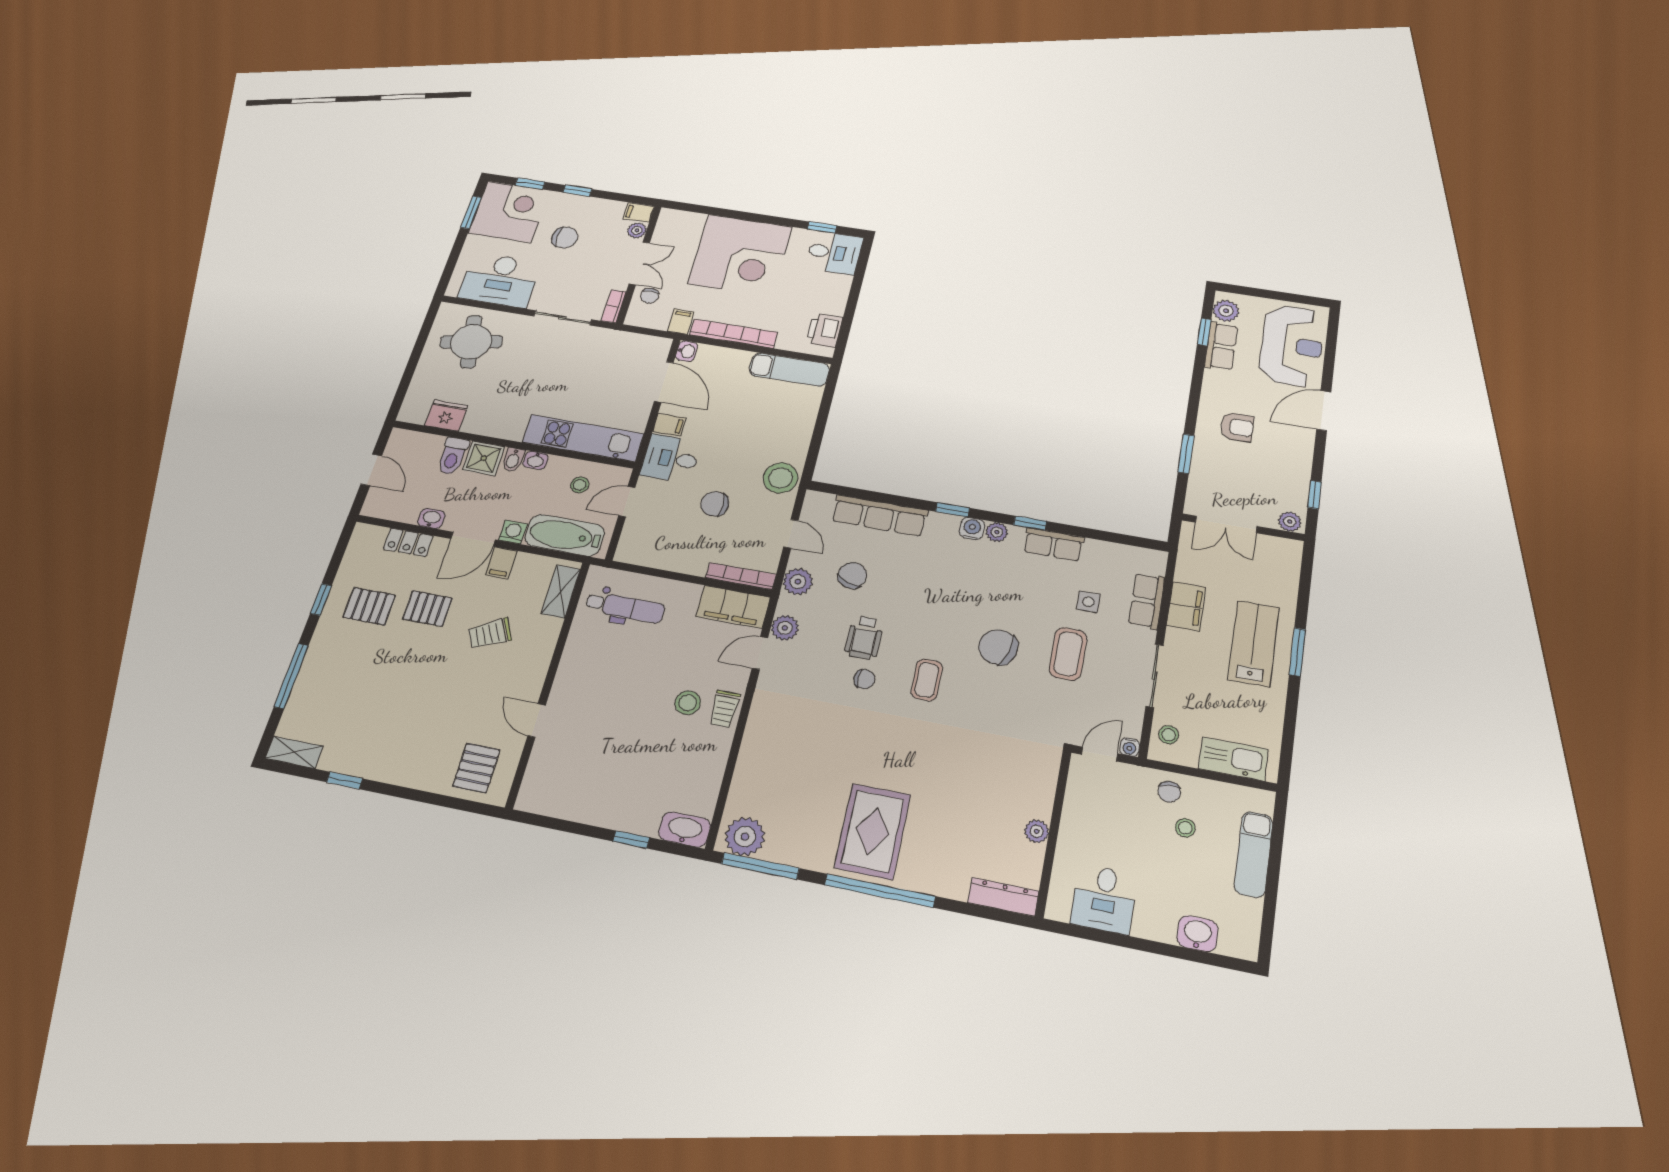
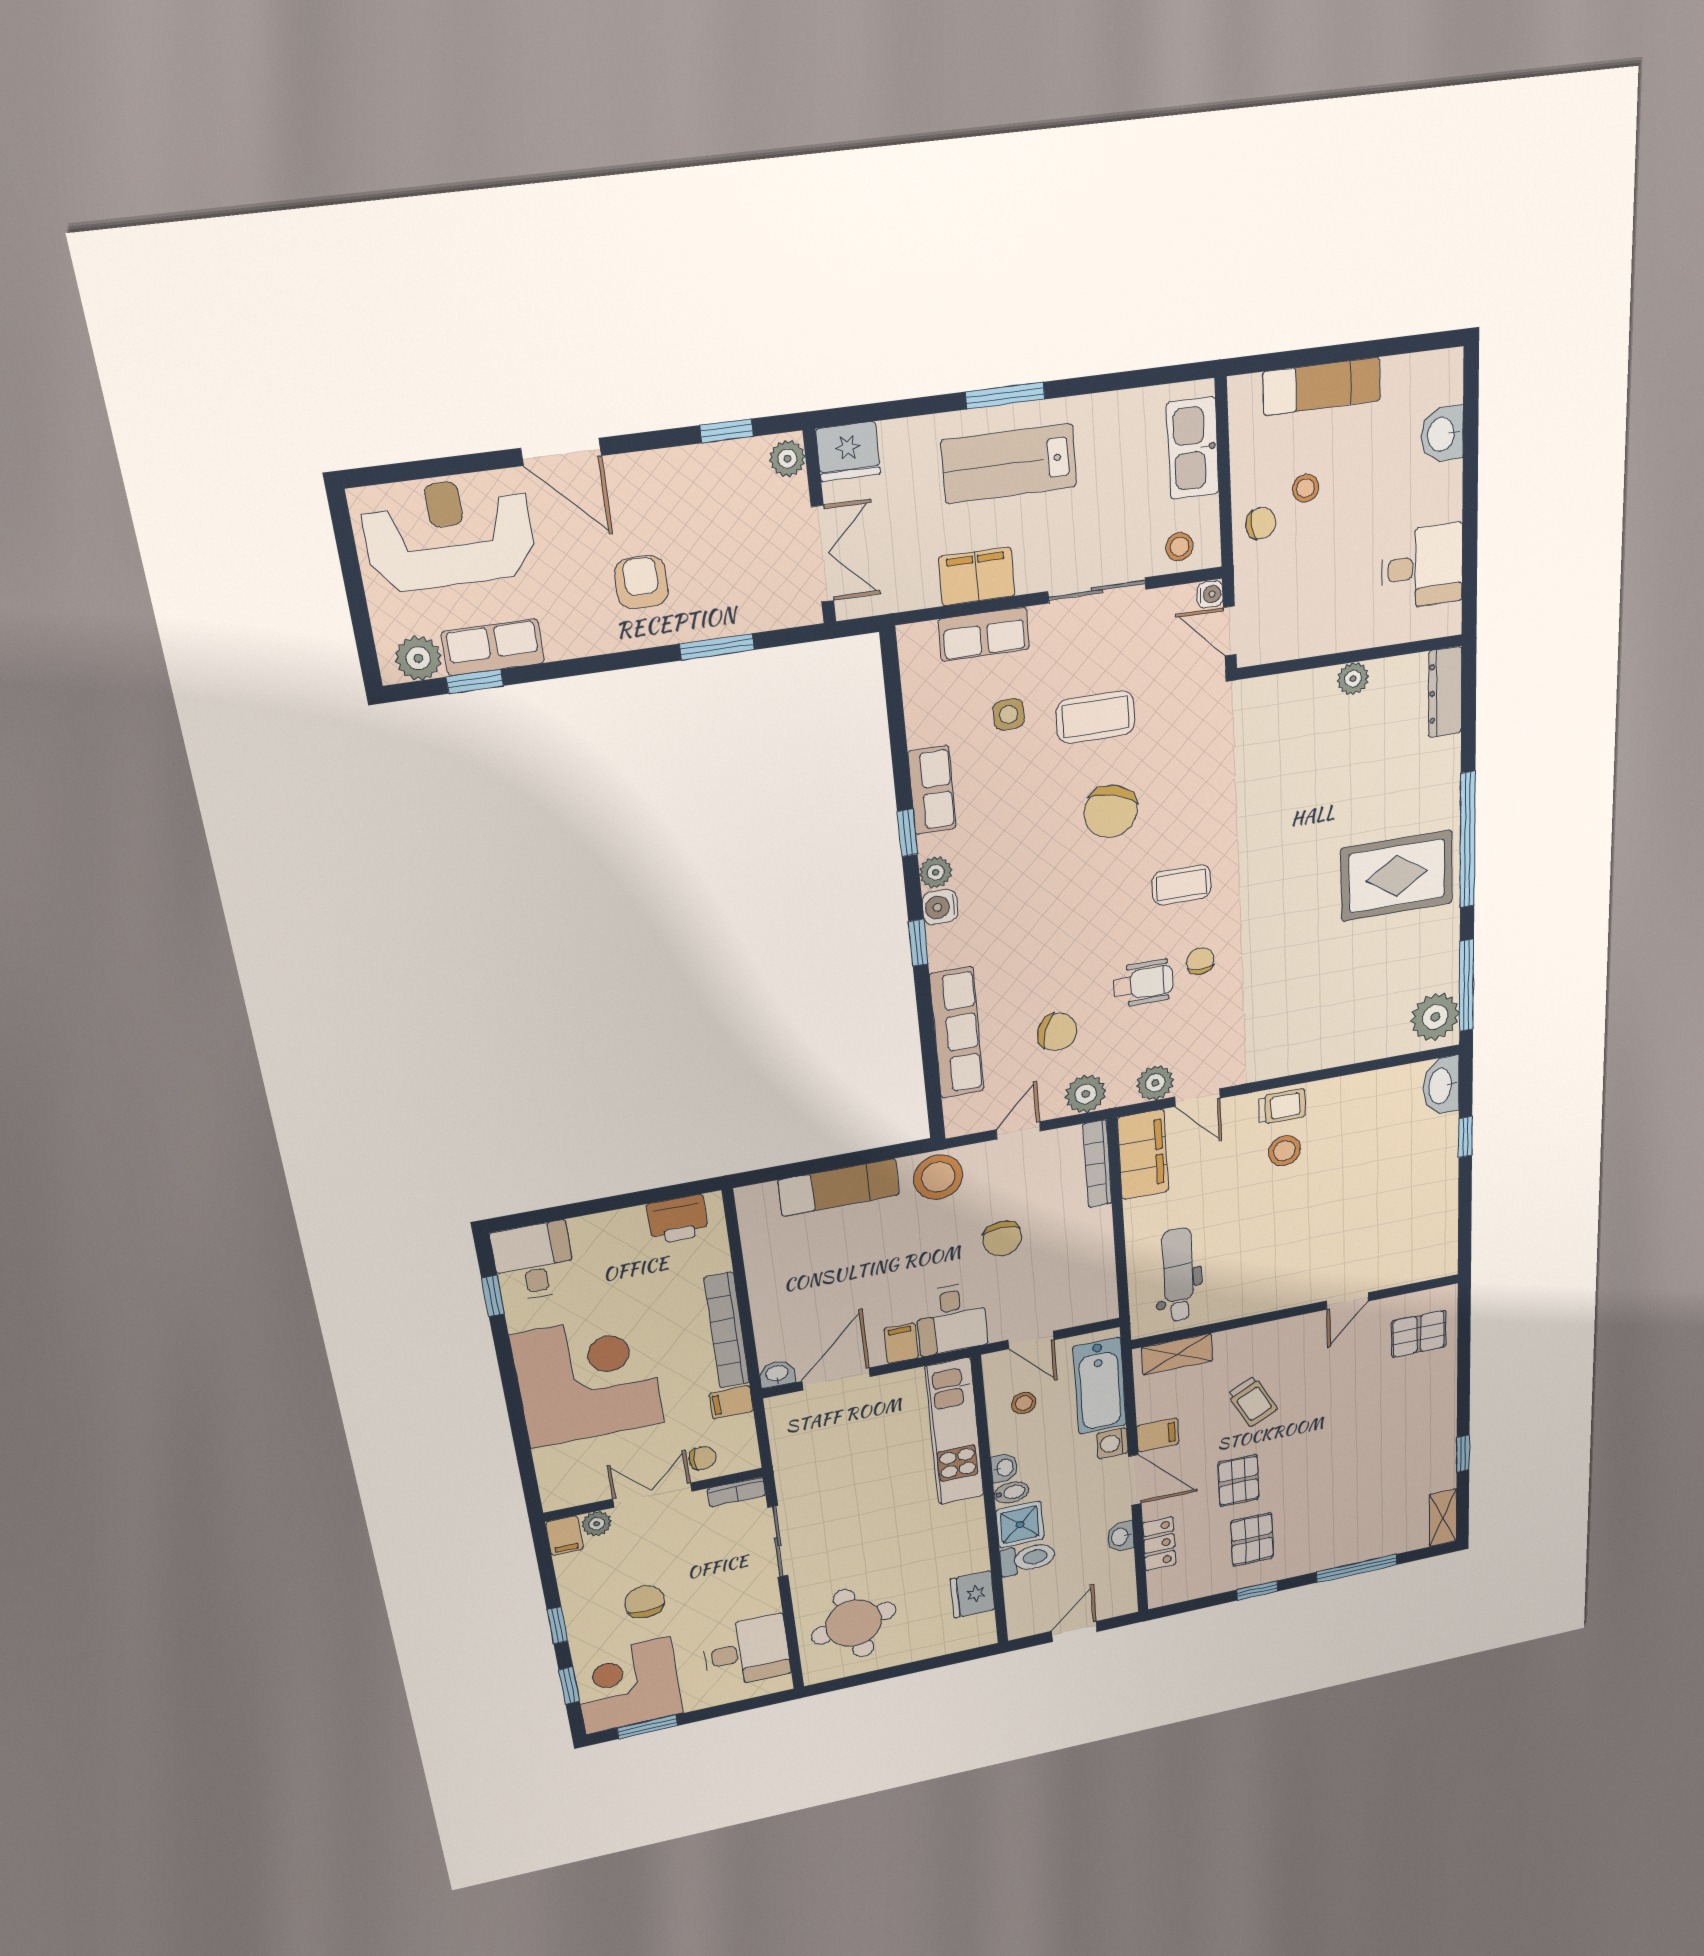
desk: (500, 280) -> (747, 1652), width x0.73
exam couch: (789, 370) -> (839, 1188), moved, turned 90
fridge: (1285, 555) -> (848, 451), added
chair: (852, 575) -> (1057, 1032), turned 180

